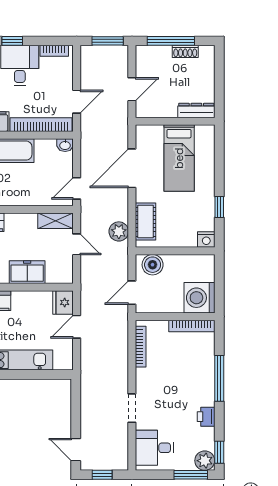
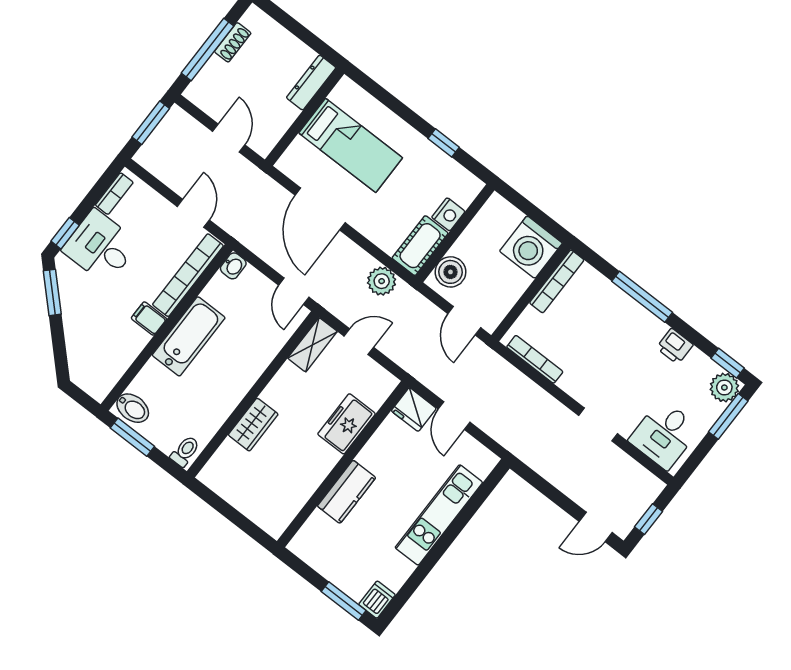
cot: (146, 222) -> (420, 246), moved, turned 90
nightstand: (206, 239) -> (448, 214), moved

